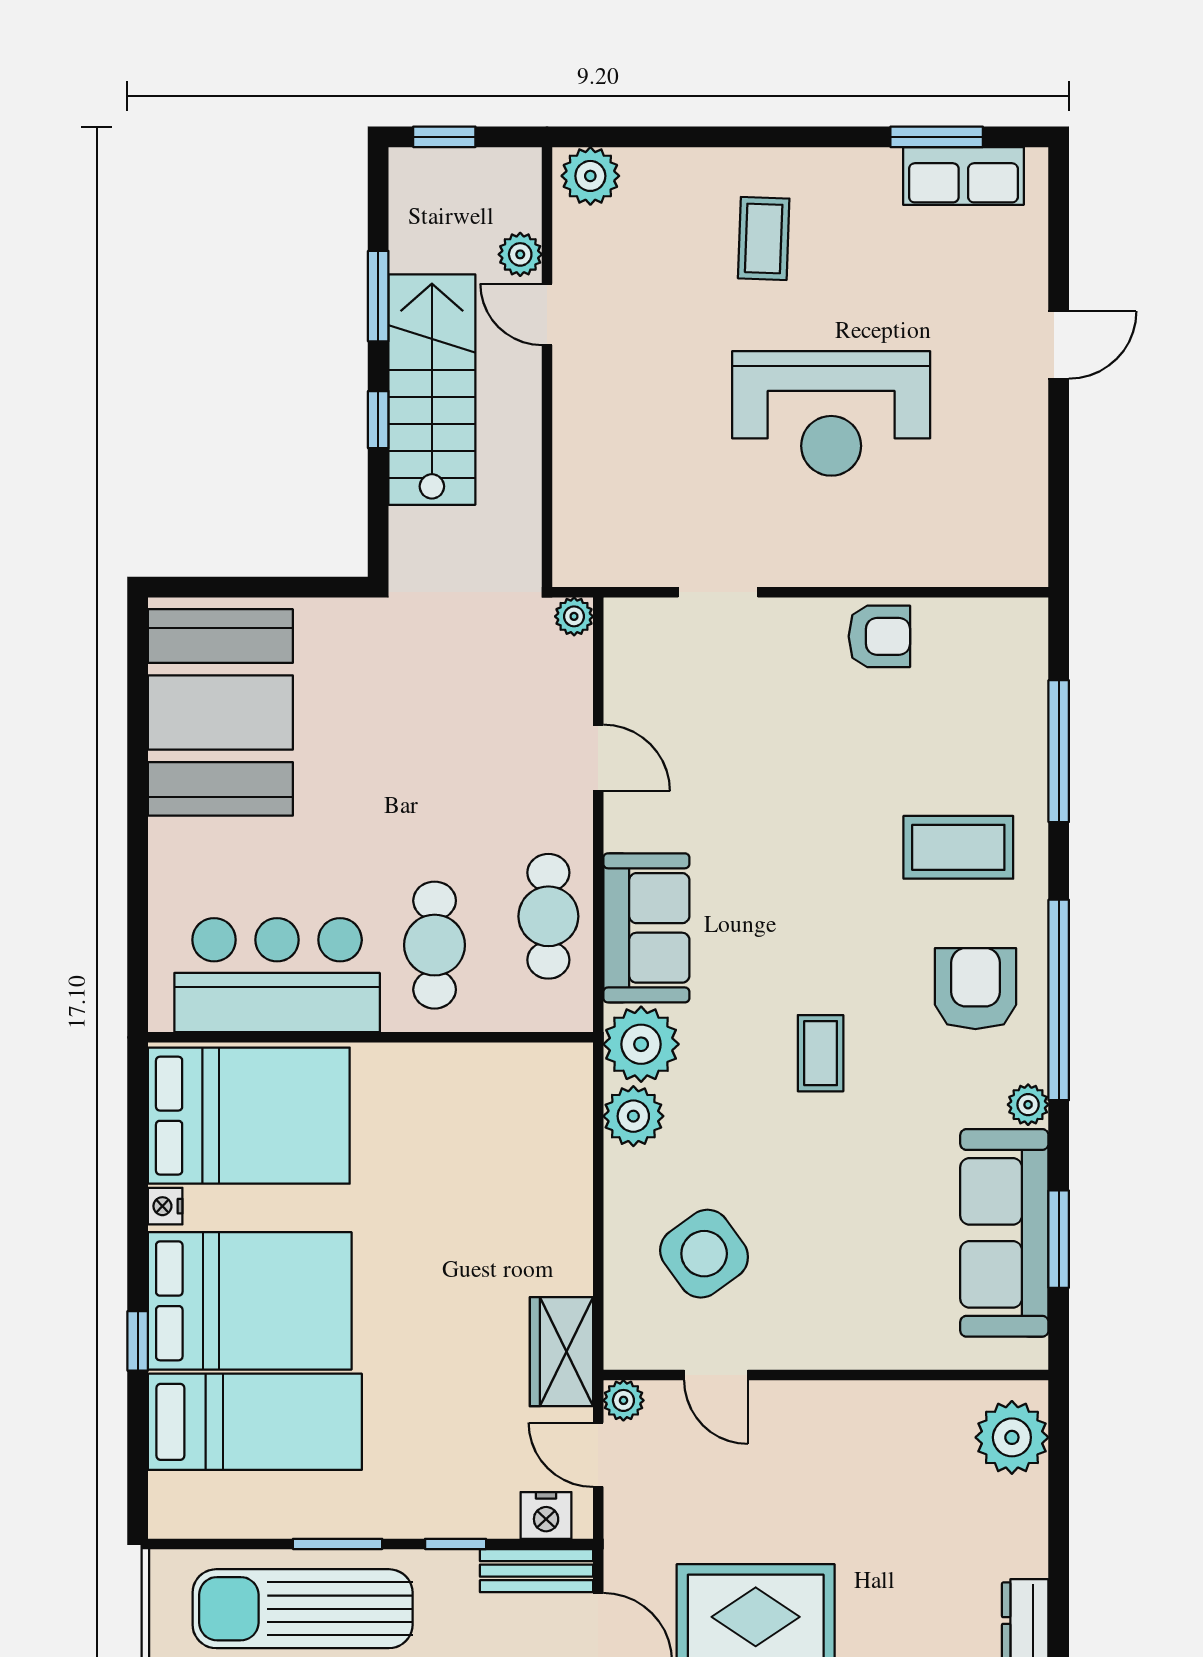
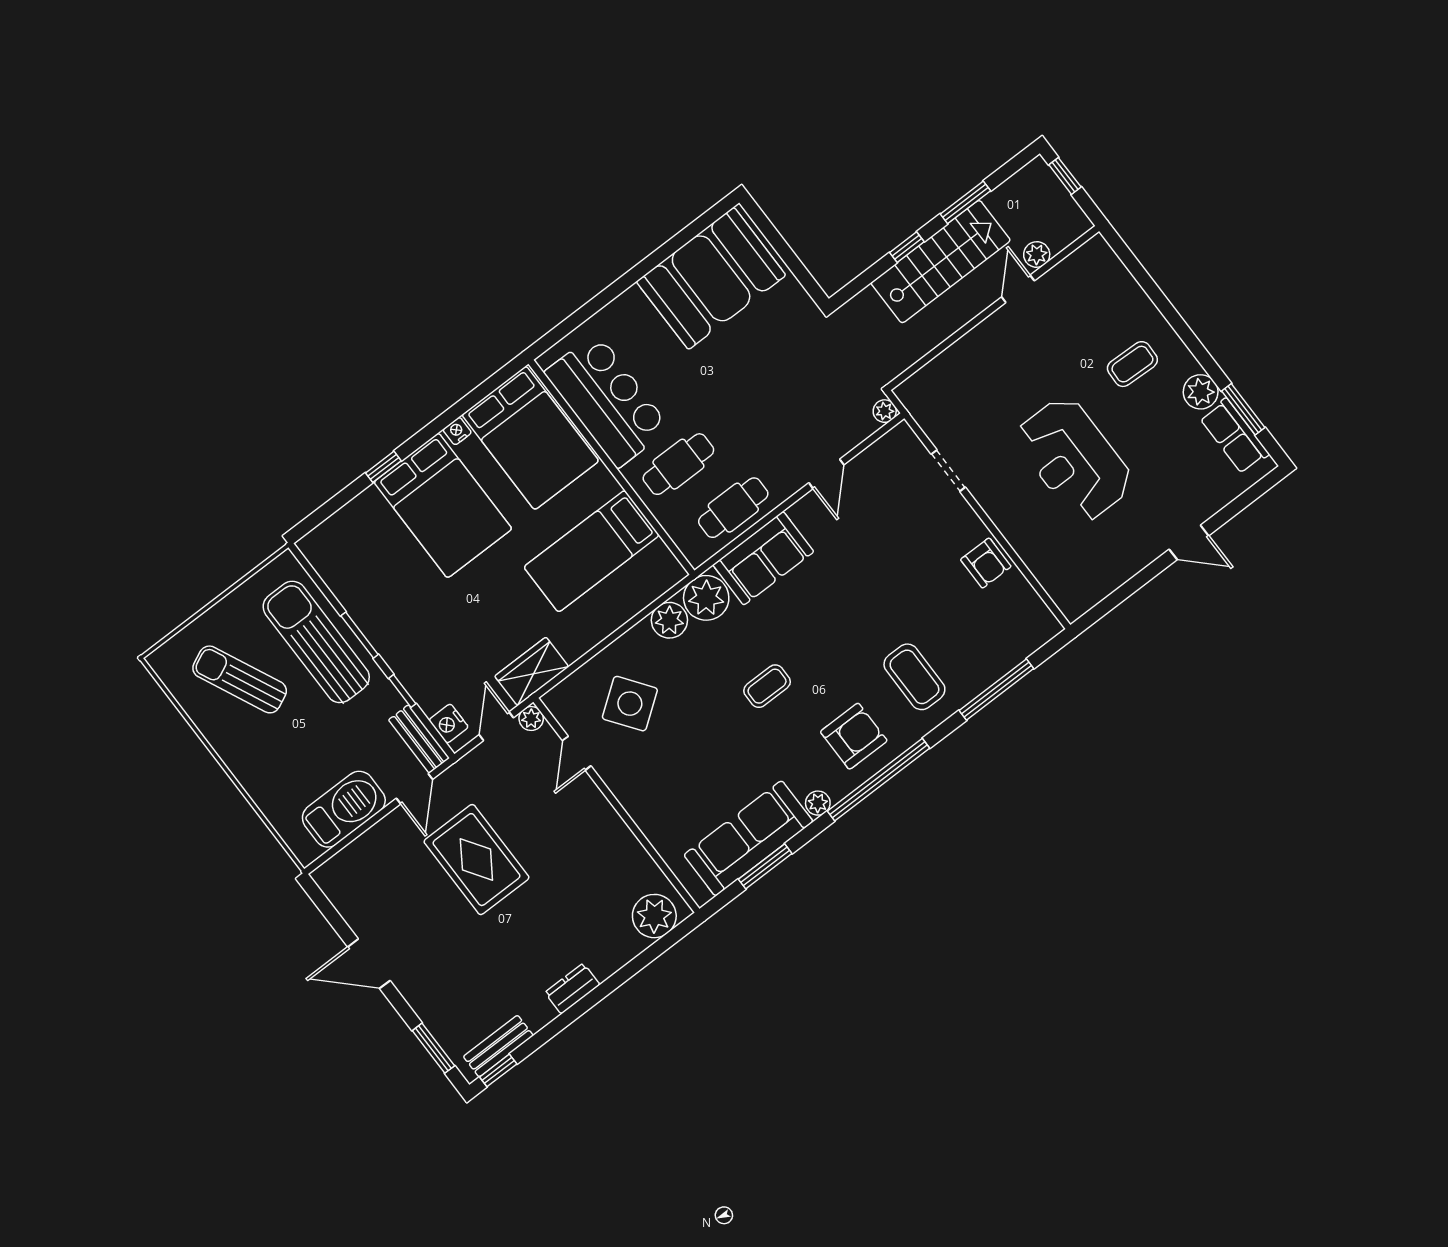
plant: (590, 176) -> (1201, 392), moved
bed: (255, 1422) -> (592, 551), moved, turned 90

